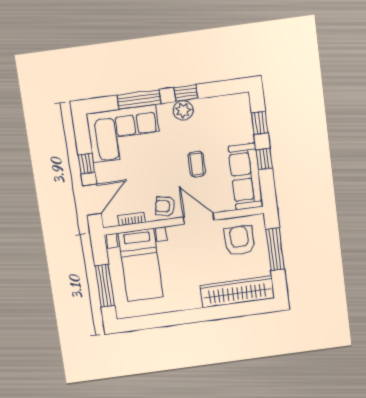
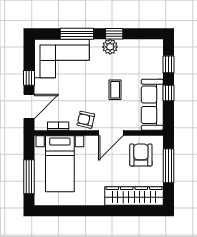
door: (199, 219) -> (111, 133), swing flipped

